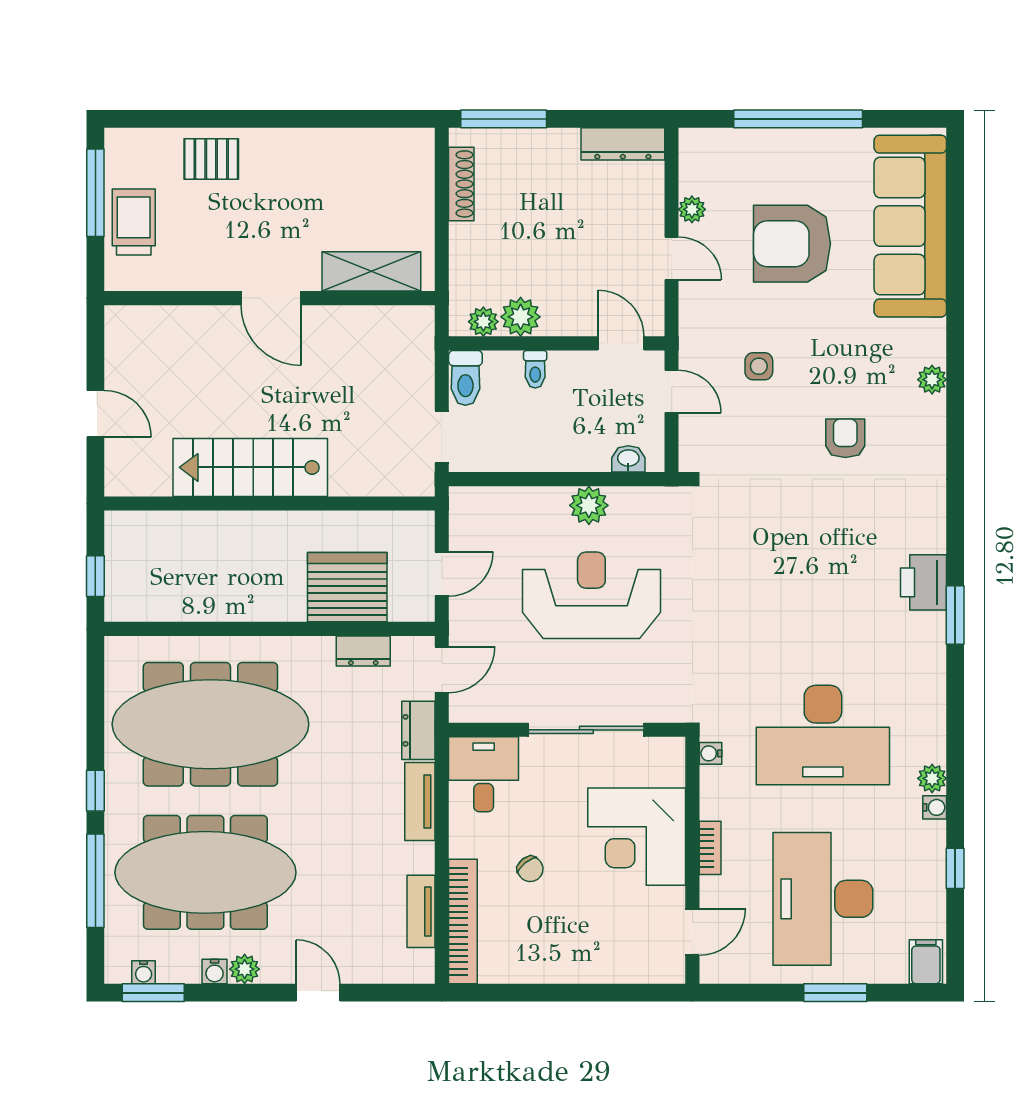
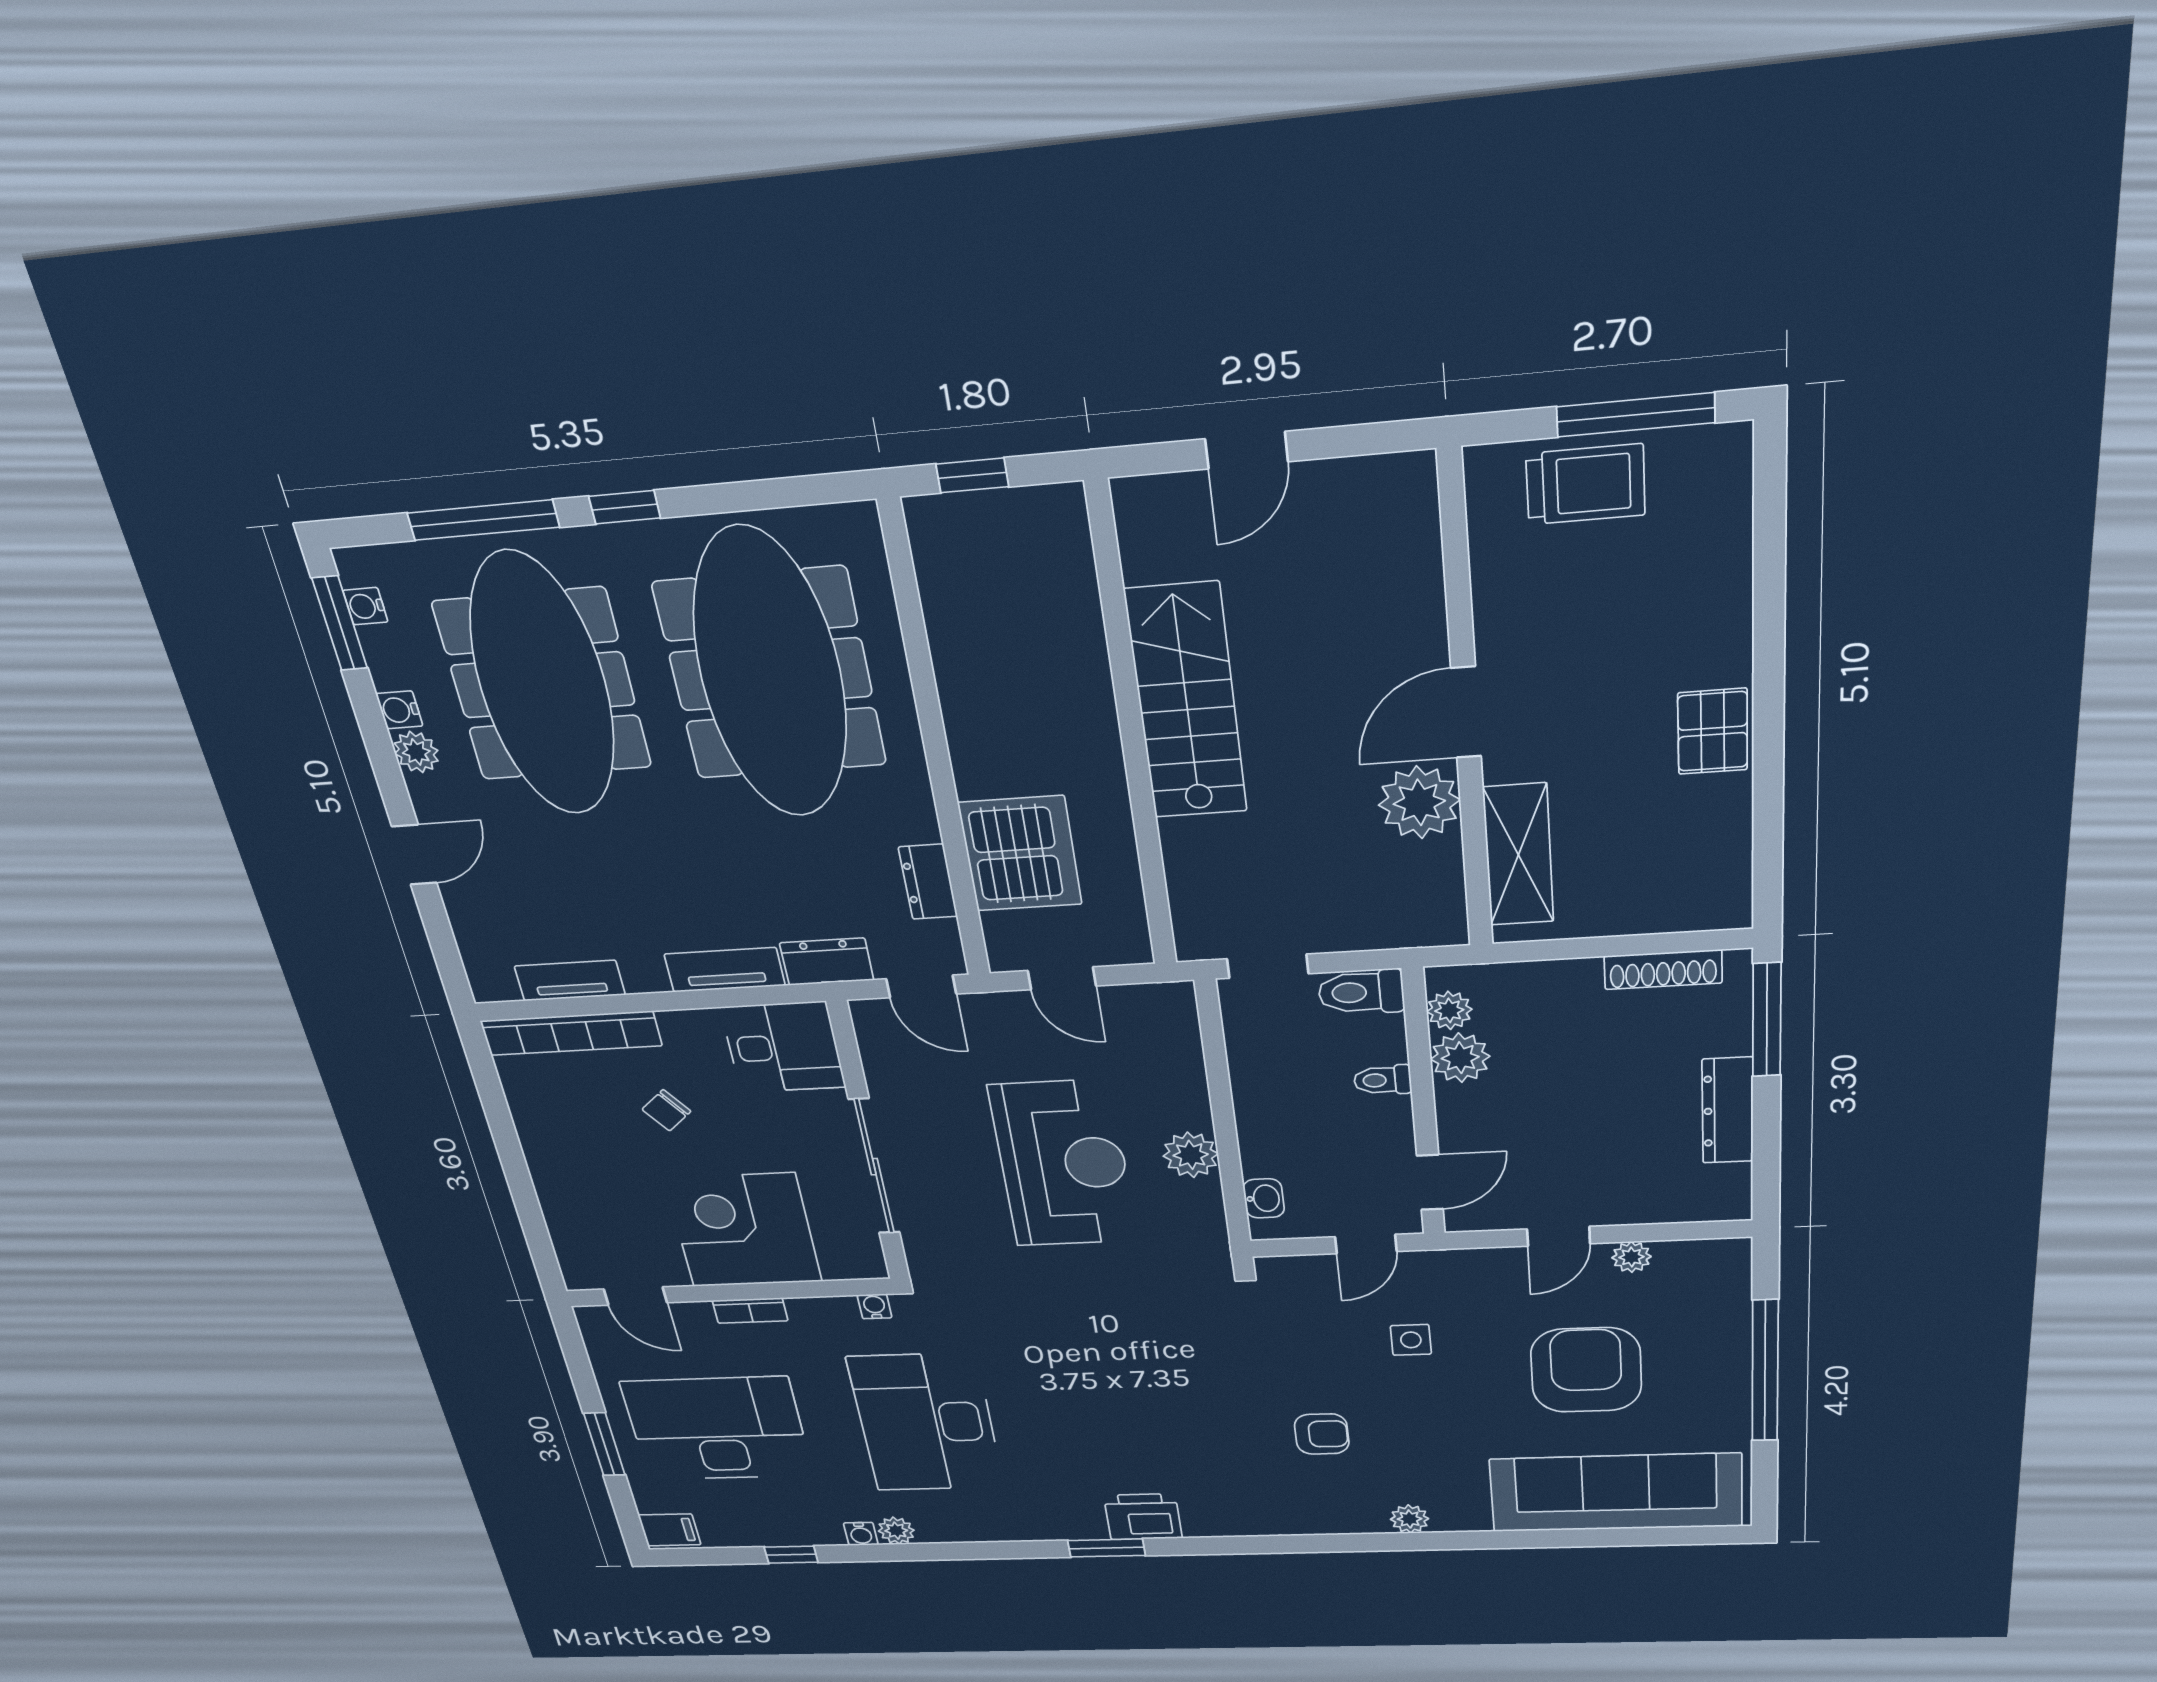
dresser: (623, 144) -> (1728, 1110), moved
pallet: (211, 159) -> (1713, 731), moved
plant: (330, 331) -> (1419, 802), added

